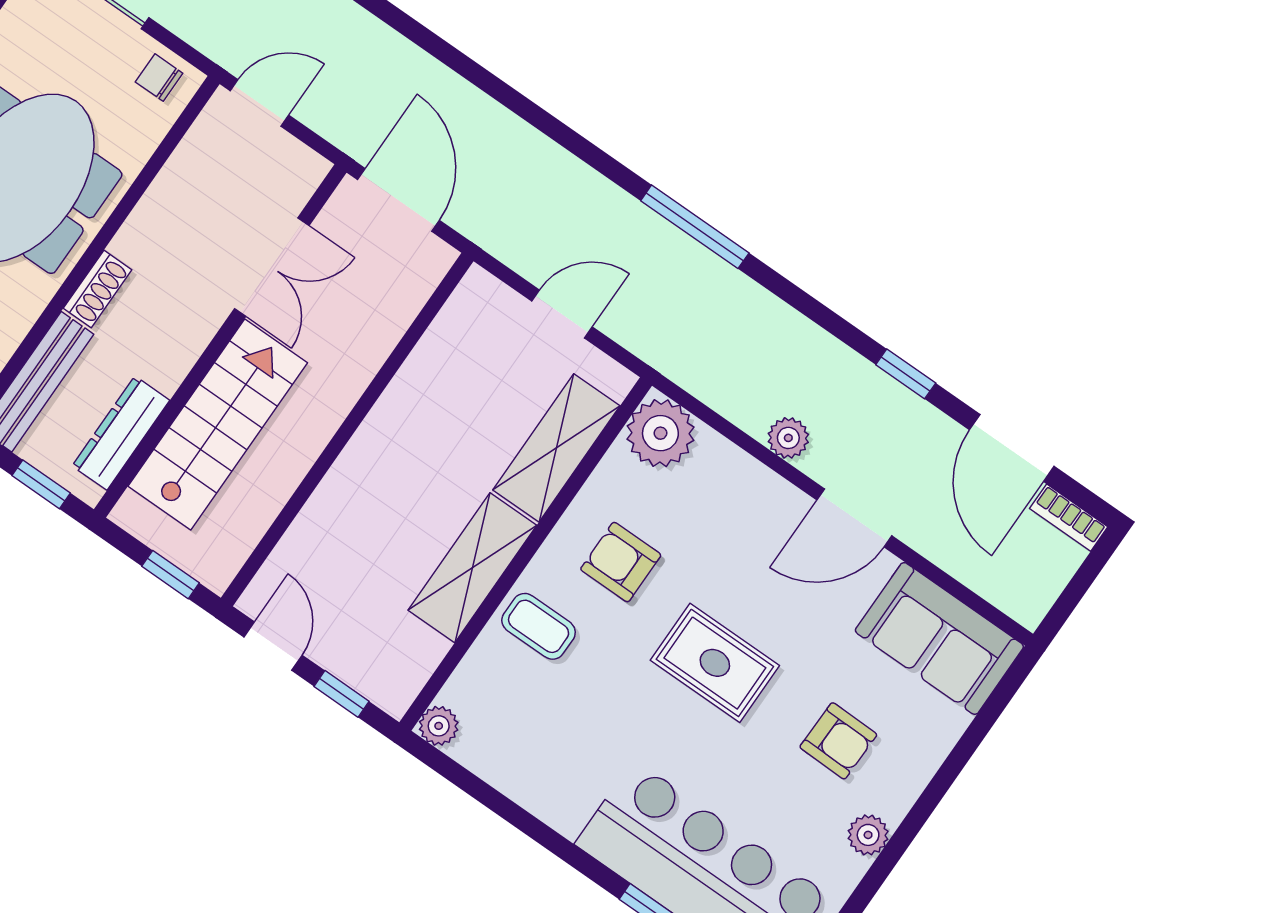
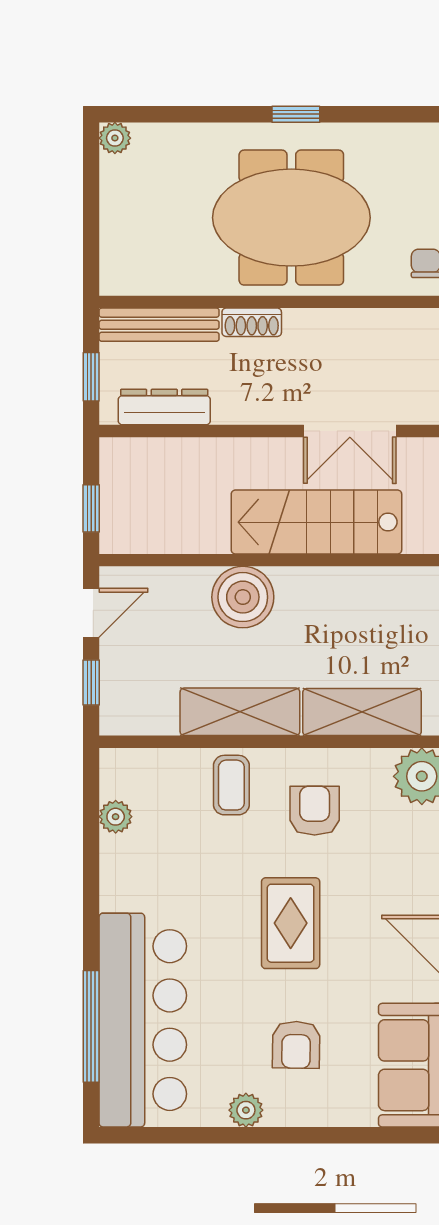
stairs: (218, 424) -> (316, 522), moved, turned 180
boiler: (362, 486) -> (243, 597), added
plant: (439, 726) -> (116, 817), moved

